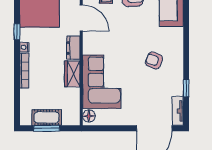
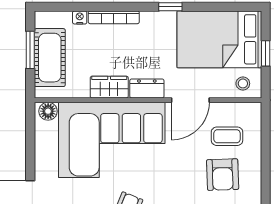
nightstand: (24, 47) -> (80, 17), moved
corner sofa: (102, 82) -> (112, 140), width x1.36, depth x1.36
cot: (47, 117) -> (50, 58), width x1.37, depth x1.34

